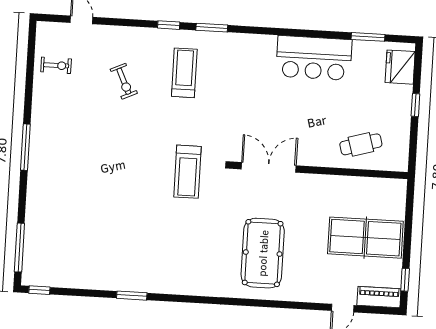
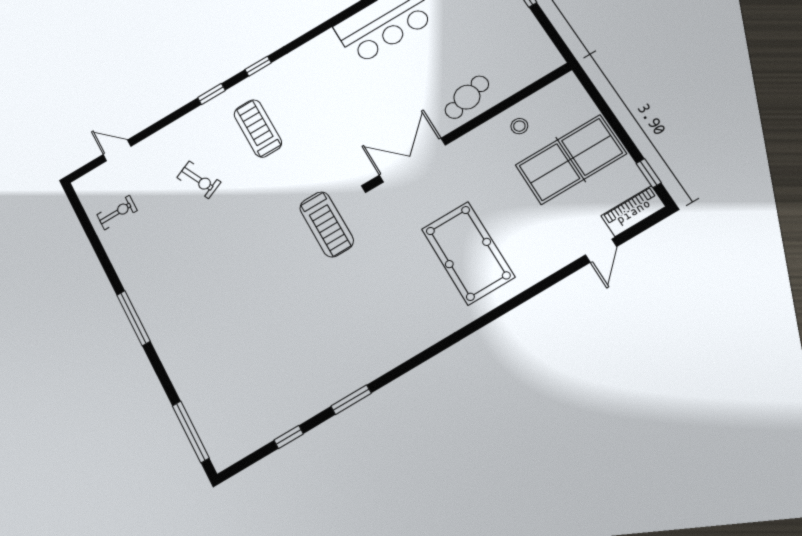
window: (212, 28) -> (258, 66), width x0.67
cafe table: (361, 144) -> (467, 97), moved
stool: (350, 193) -> (519, 126), added
window: (39, 290) -> (289, 437), moved

